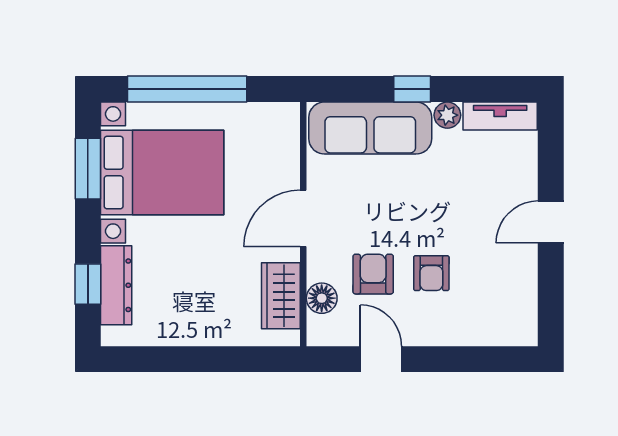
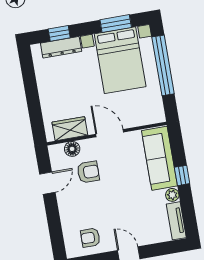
armchair: (431, 273) -> (90, 238), moved

